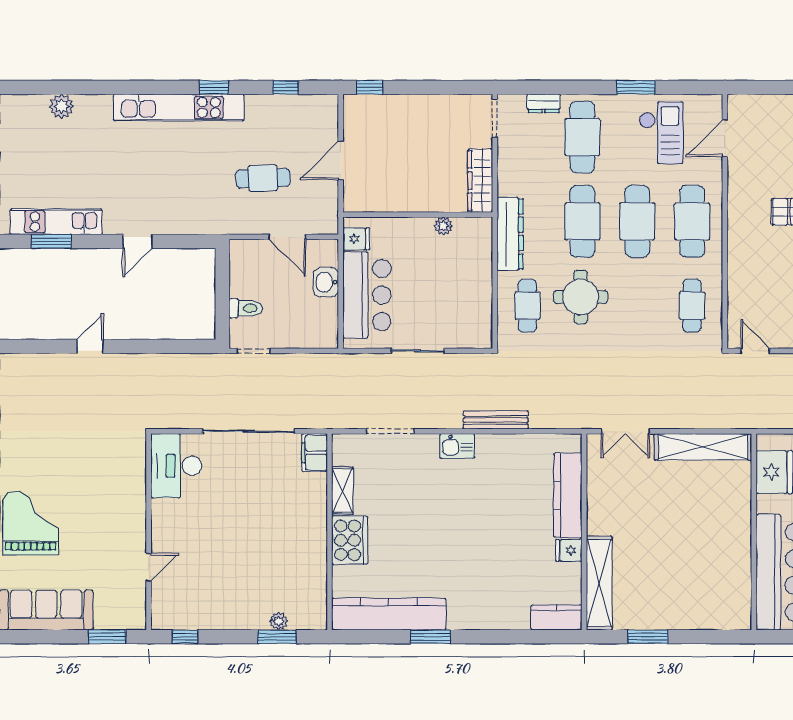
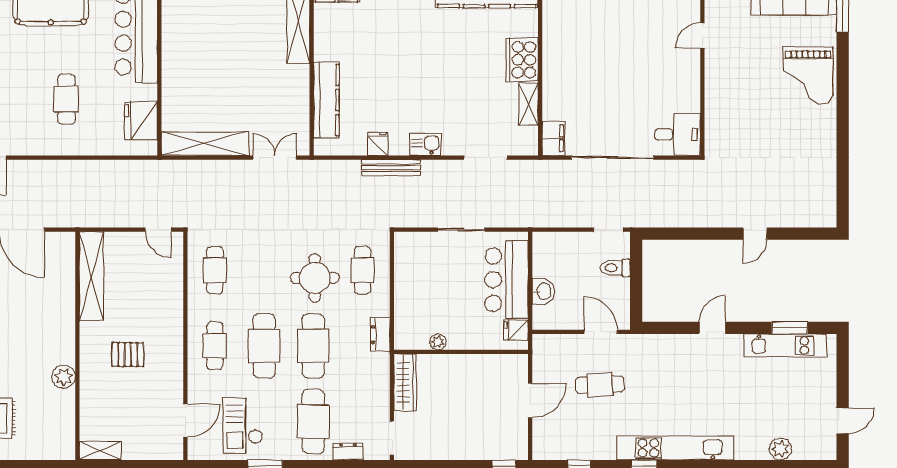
cafe table: (692, 221) -> (215, 346), width x0.73, depth x0.74
dresser: (510, 234) -> (380, 335), width x0.51, depth x0.80
door: (287, 237) -> (601, 332), moved
desk: (176, 466) -> (678, 134), width x0.73
fridge: (569, 550) -> (378, 144), moved, turned -90

